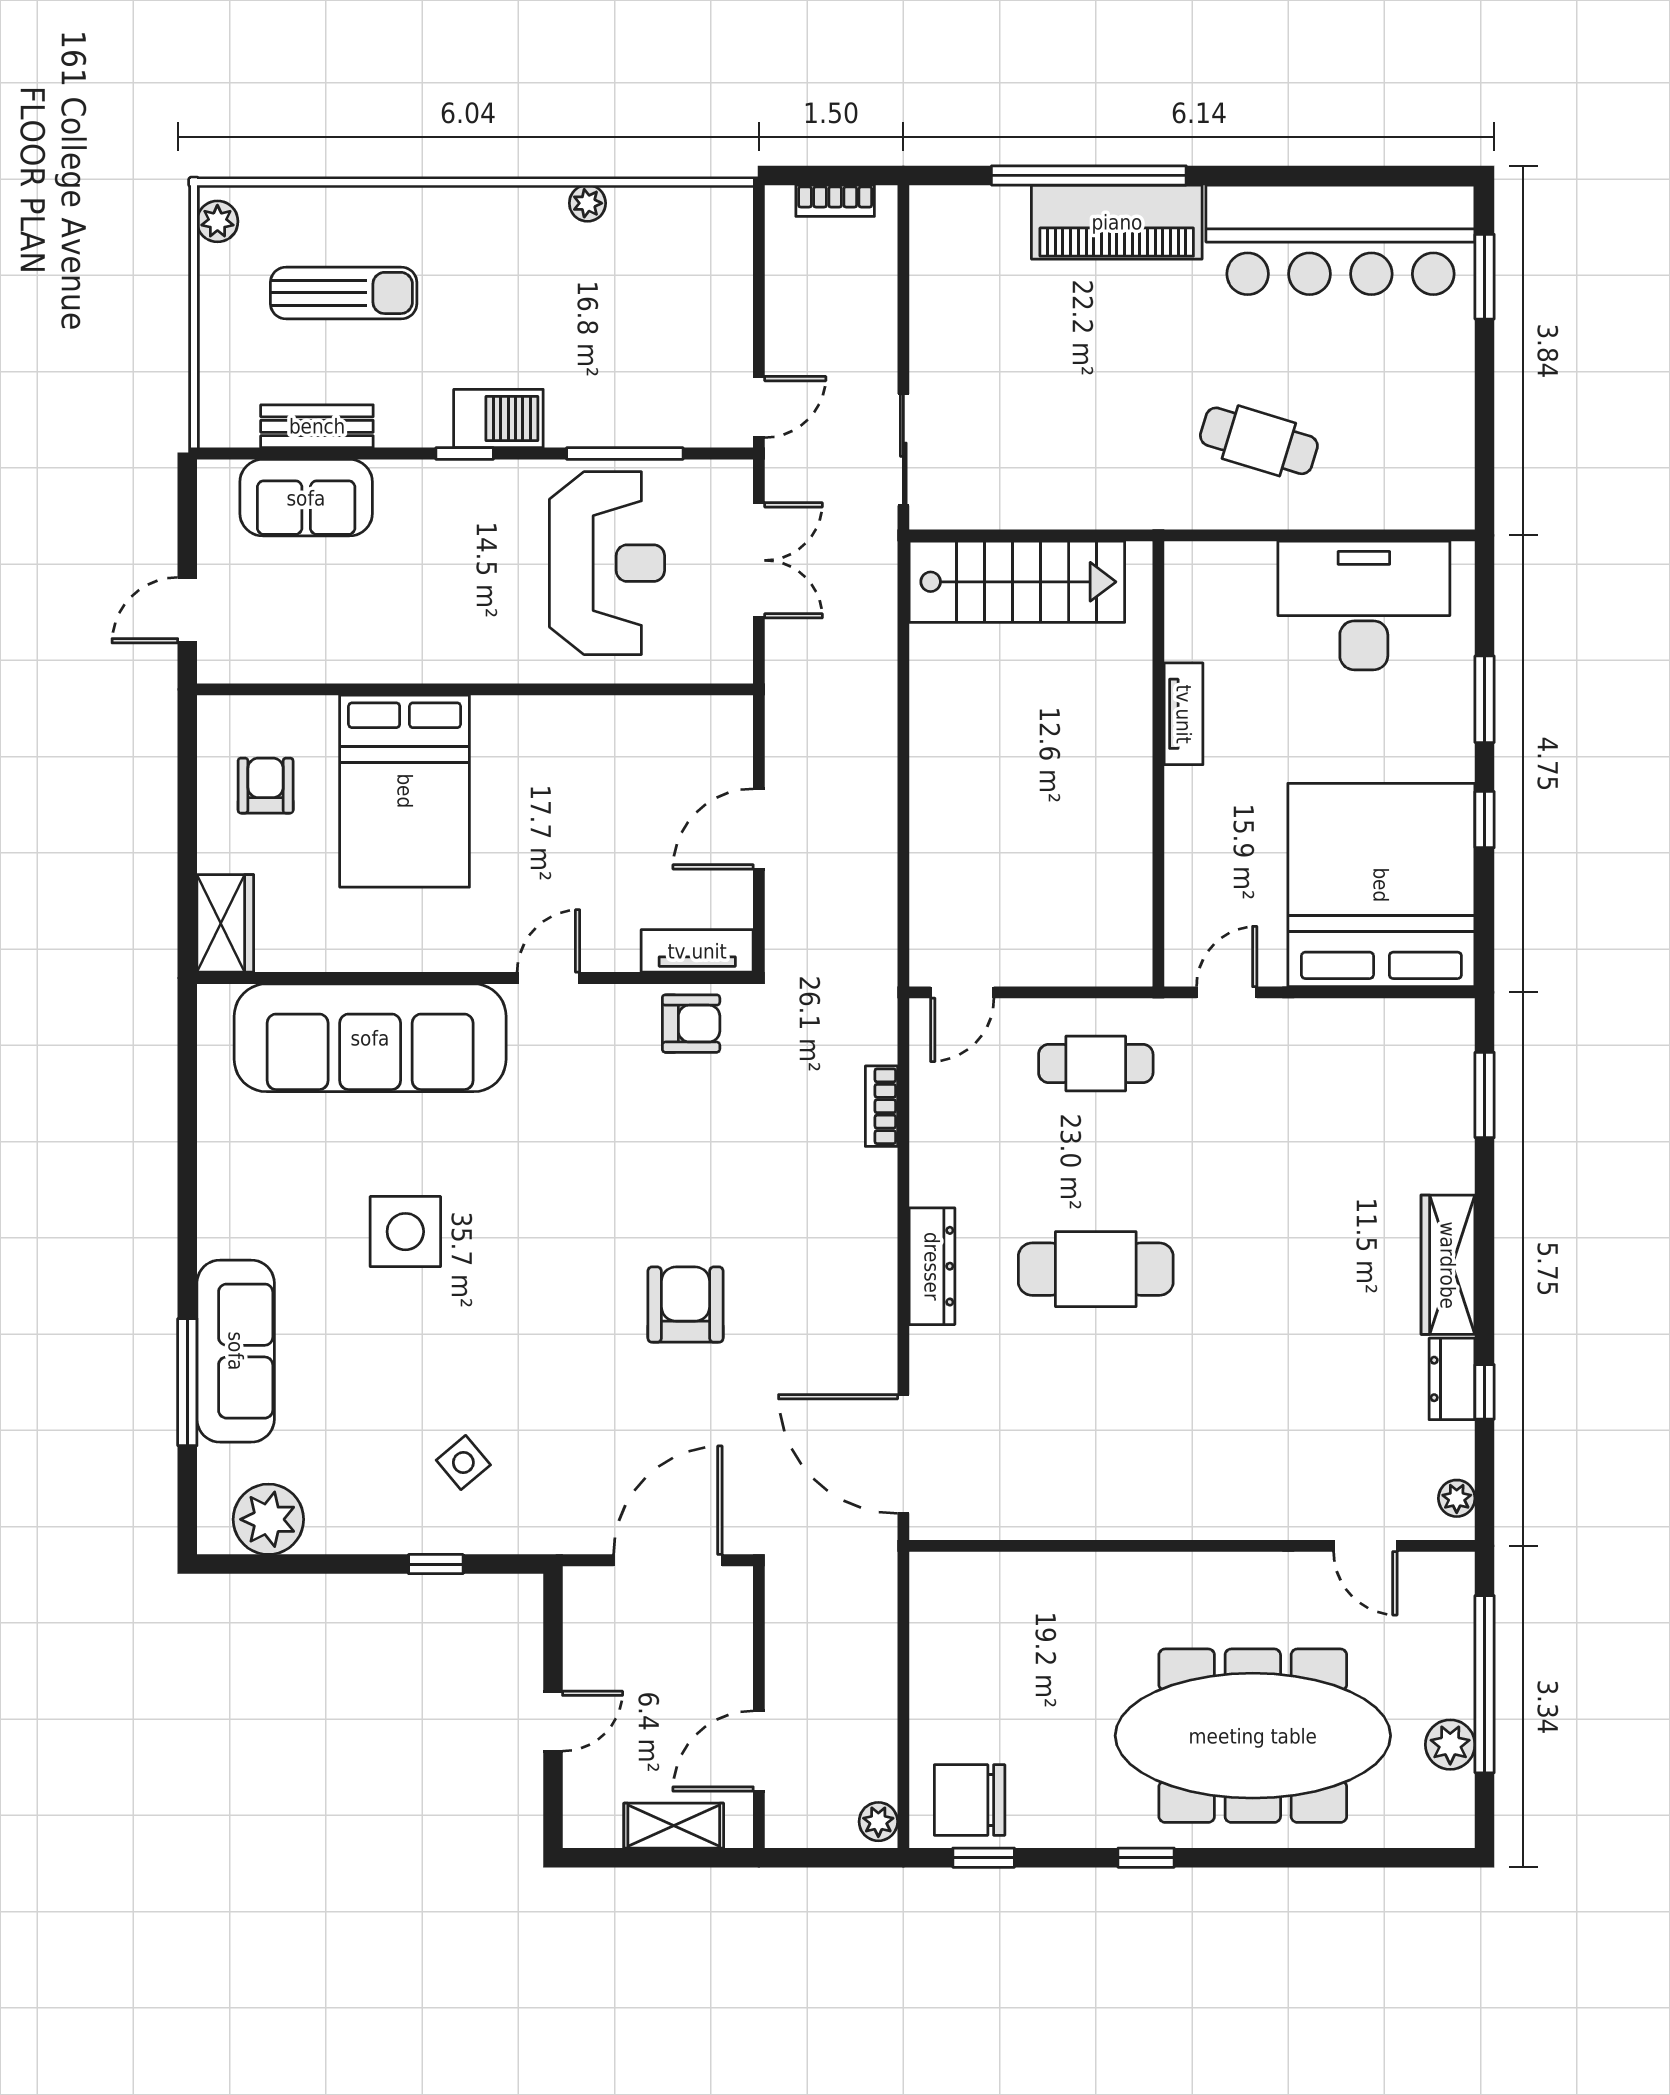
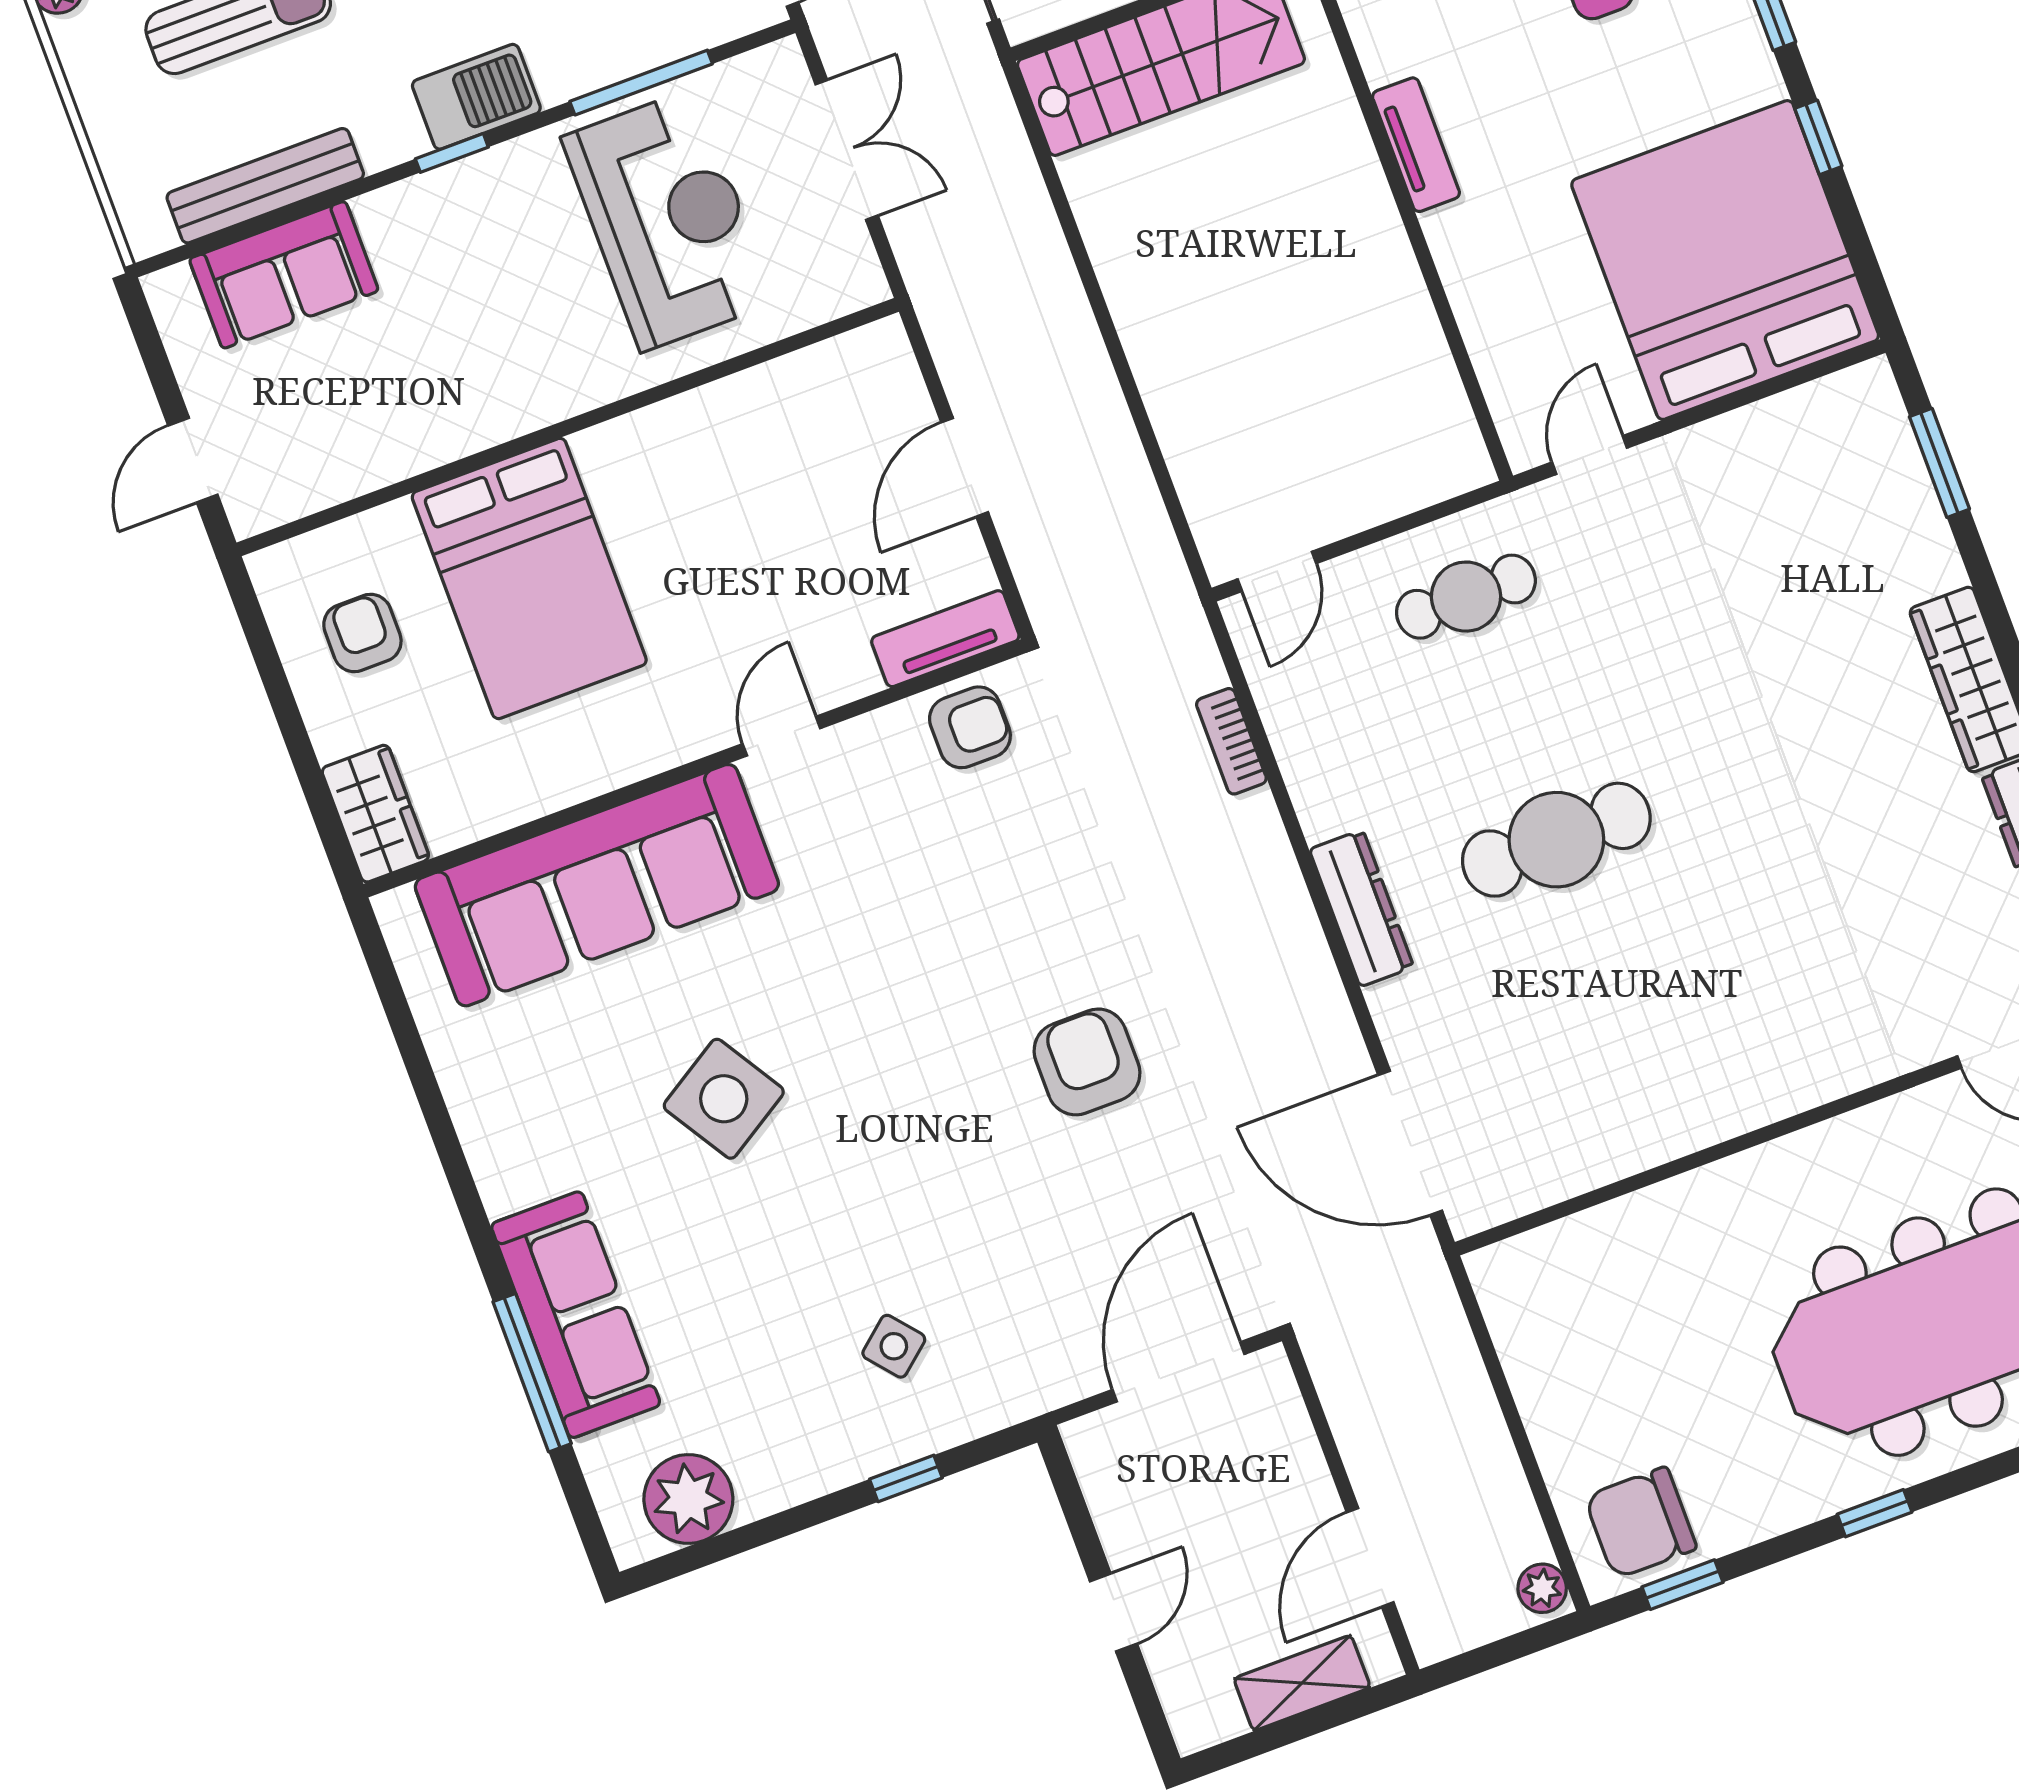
bench: (317, 426) -> (265, 186), width x1.36
side table: (405, 1232) -> (724, 1099), turned -32

